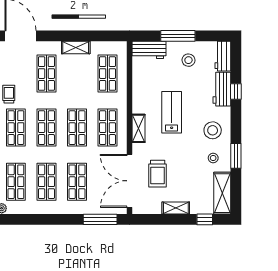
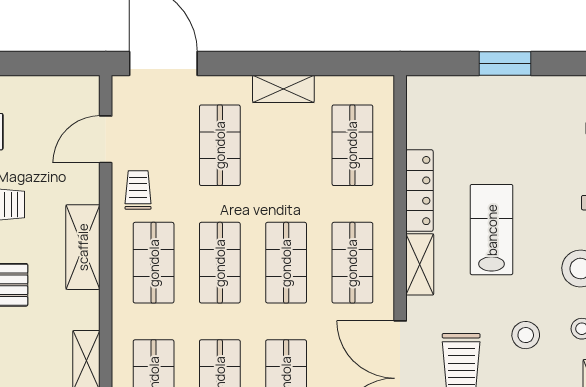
window: (178, 36) -> (505, 63), width x0.69
workbench: (149, 50) -> (443, 94), removed
stool: (188, 60) -> (526, 335), moved
locker: (138, 94) -> (420, 191), added

